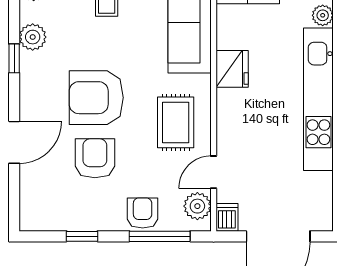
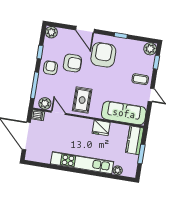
plant: (33, 37) -> (51, 32), moved
armchair: (96, 98) -> (103, 55), moved
rug: (176, 122) -> (82, 100), turned 90
armchair: (143, 213) -> (50, 68), moved, turned -90

